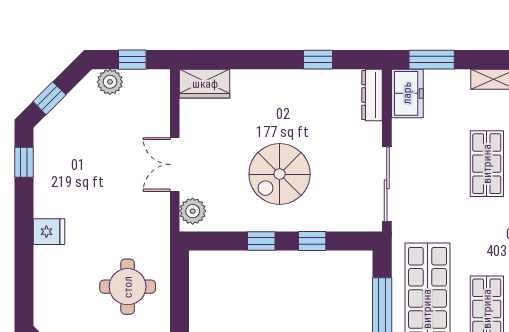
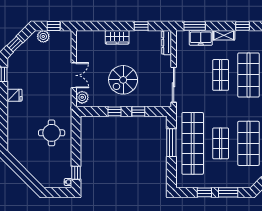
wardrobe: (205, 84) -> (117, 37), moved
freezer: (407, 93) -> (201, 38), moved, turned 90
double door: (175, 164) -> (74, 75), swing flipped
fridge: (49, 232) -> (15, 95), moved

